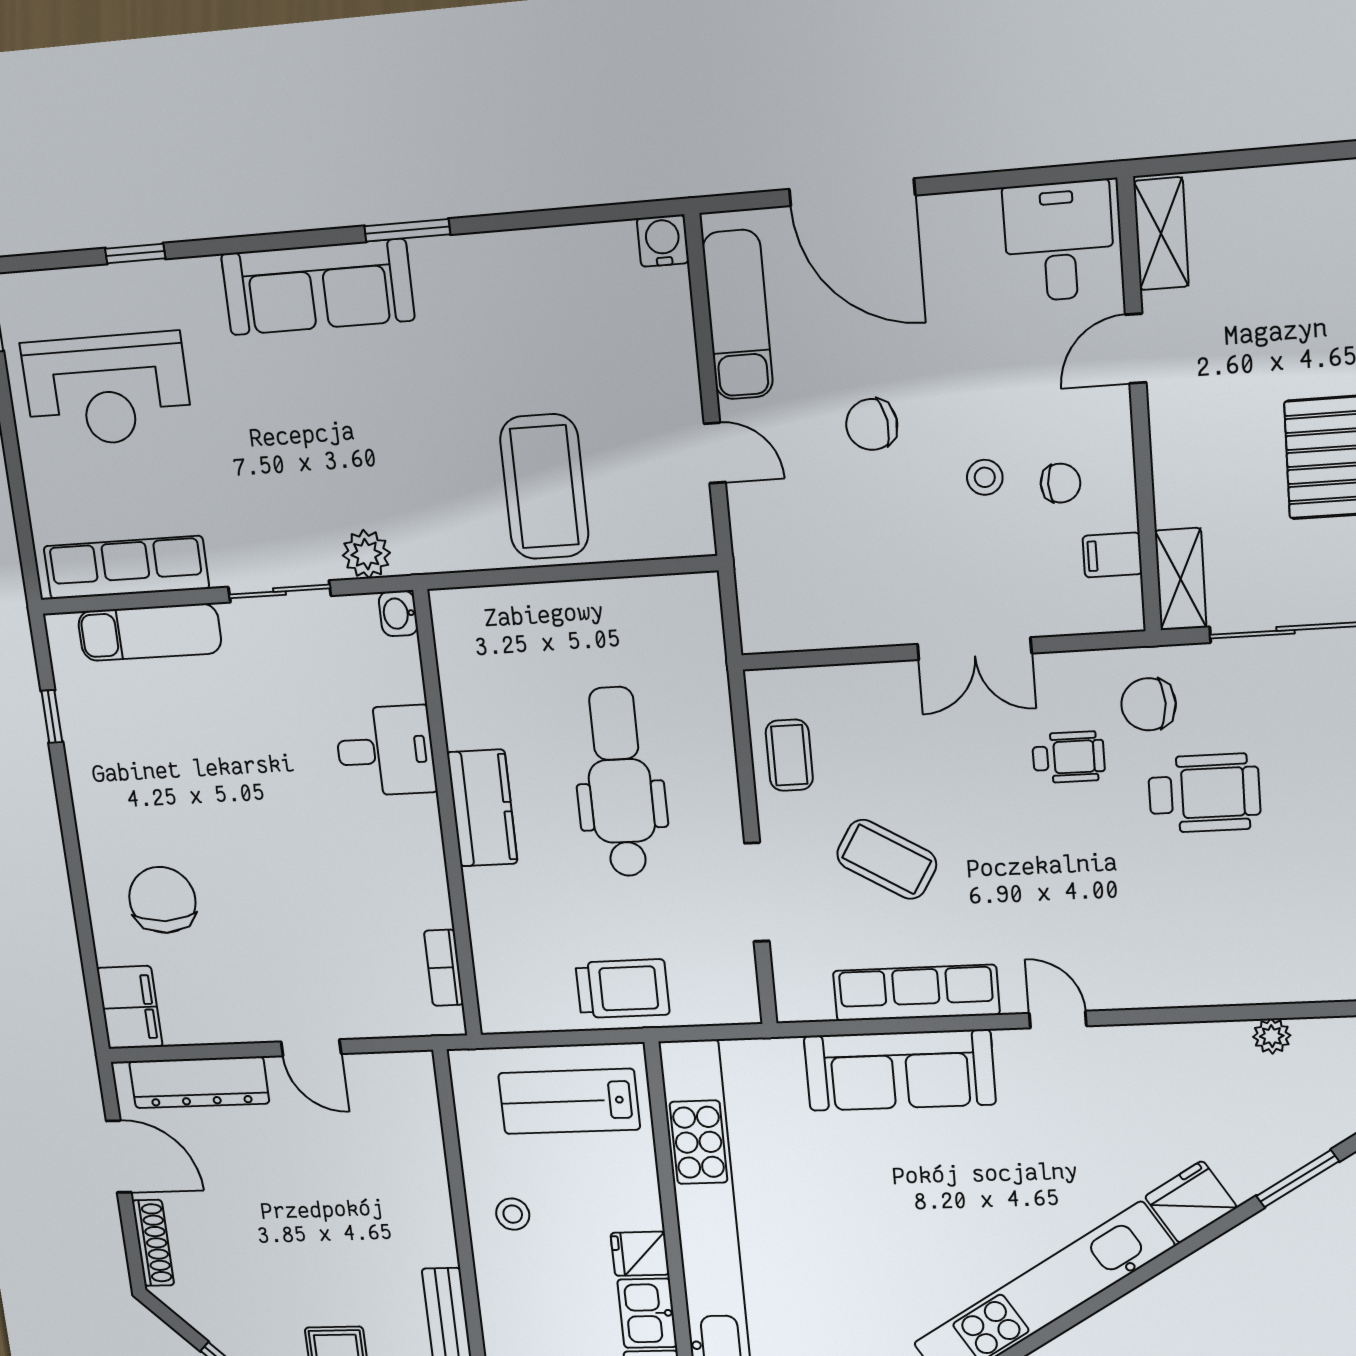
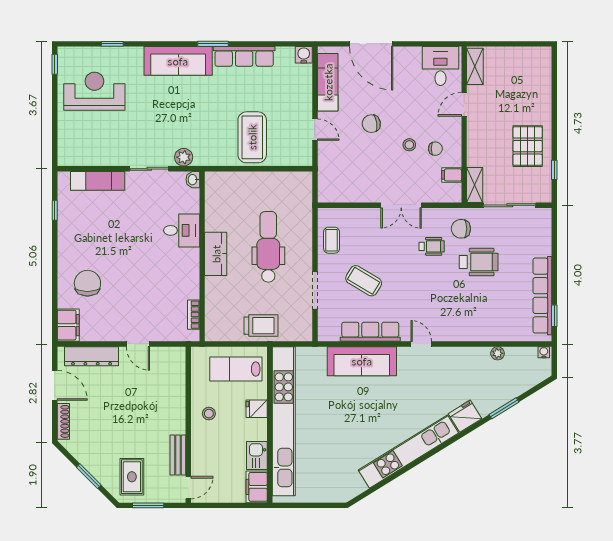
reception desk: (107, 390) -> (94, 91), turned 180
row of seats: (126, 567) -> (244, 56), moved, turned 180
fridge: (640, 1254) -> (257, 409), moved

